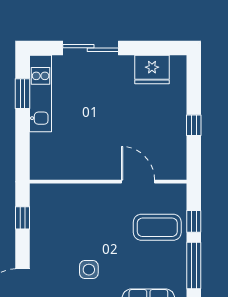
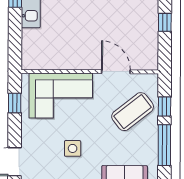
corner sofa: (75, 209) -> (61, 96), added
coffee table: (157, 227) -> (133, 112), turned -38

